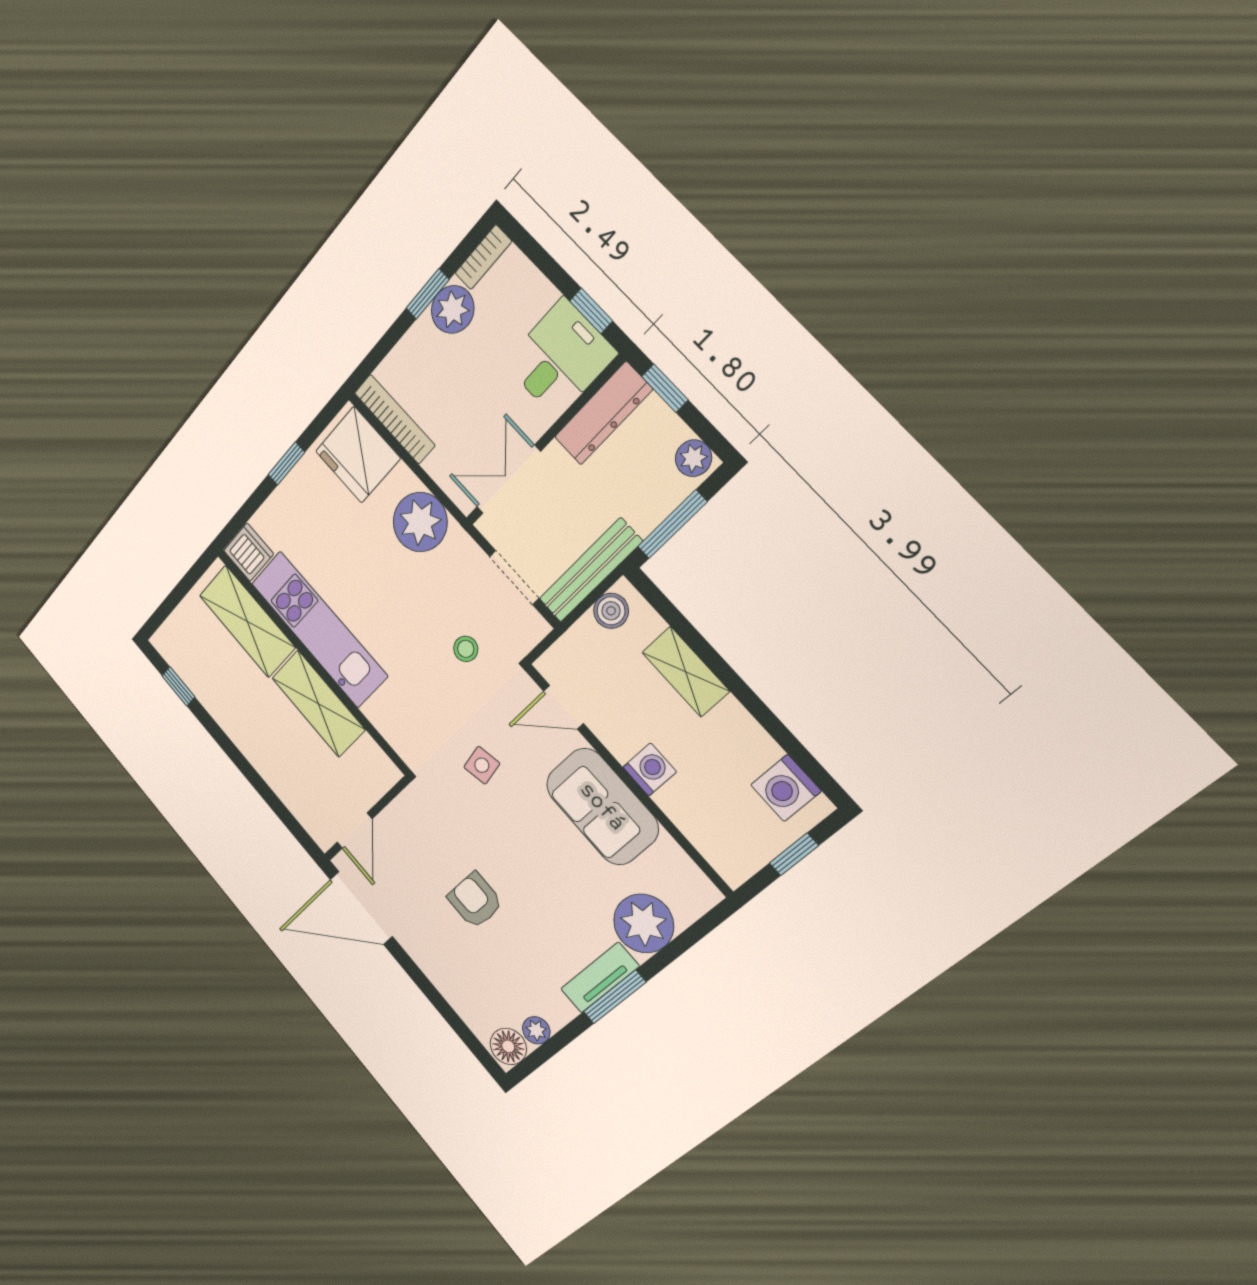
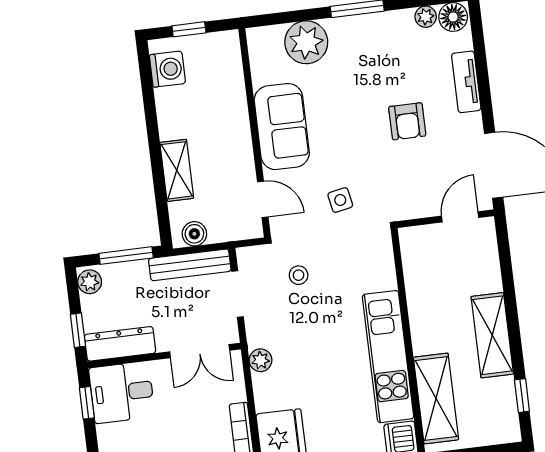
plant: (420, 522) -> (260, 360), width x0.53, depth x0.53
shelving: (318, 704) -> (492, 335), moved
washing machine: (650, 769) -> (237, 129), removed
tv unit: (600, 978) -> (466, 82), moved, turned 90

